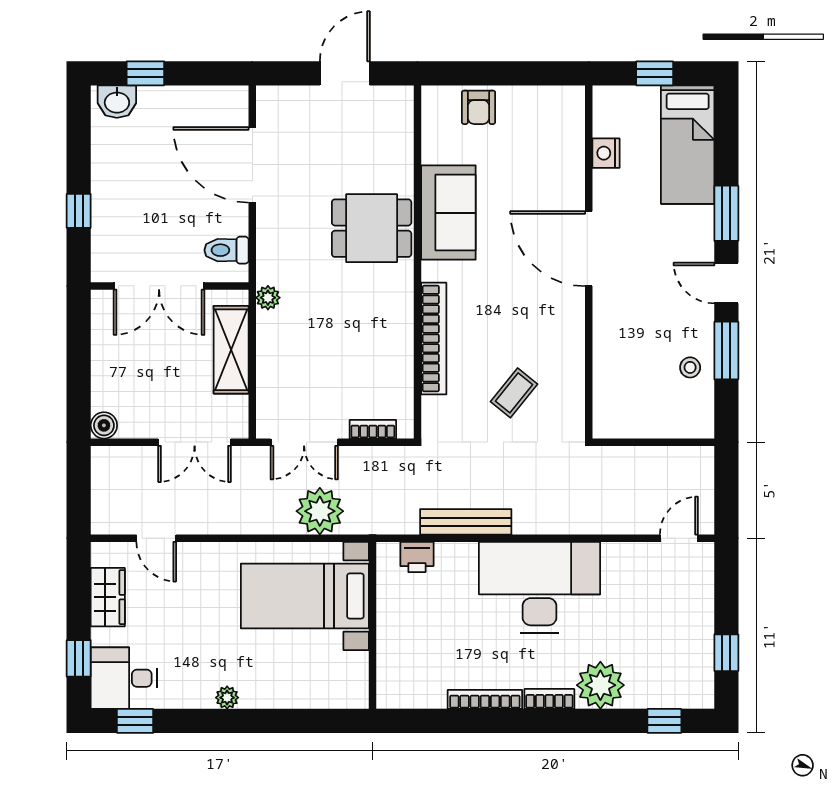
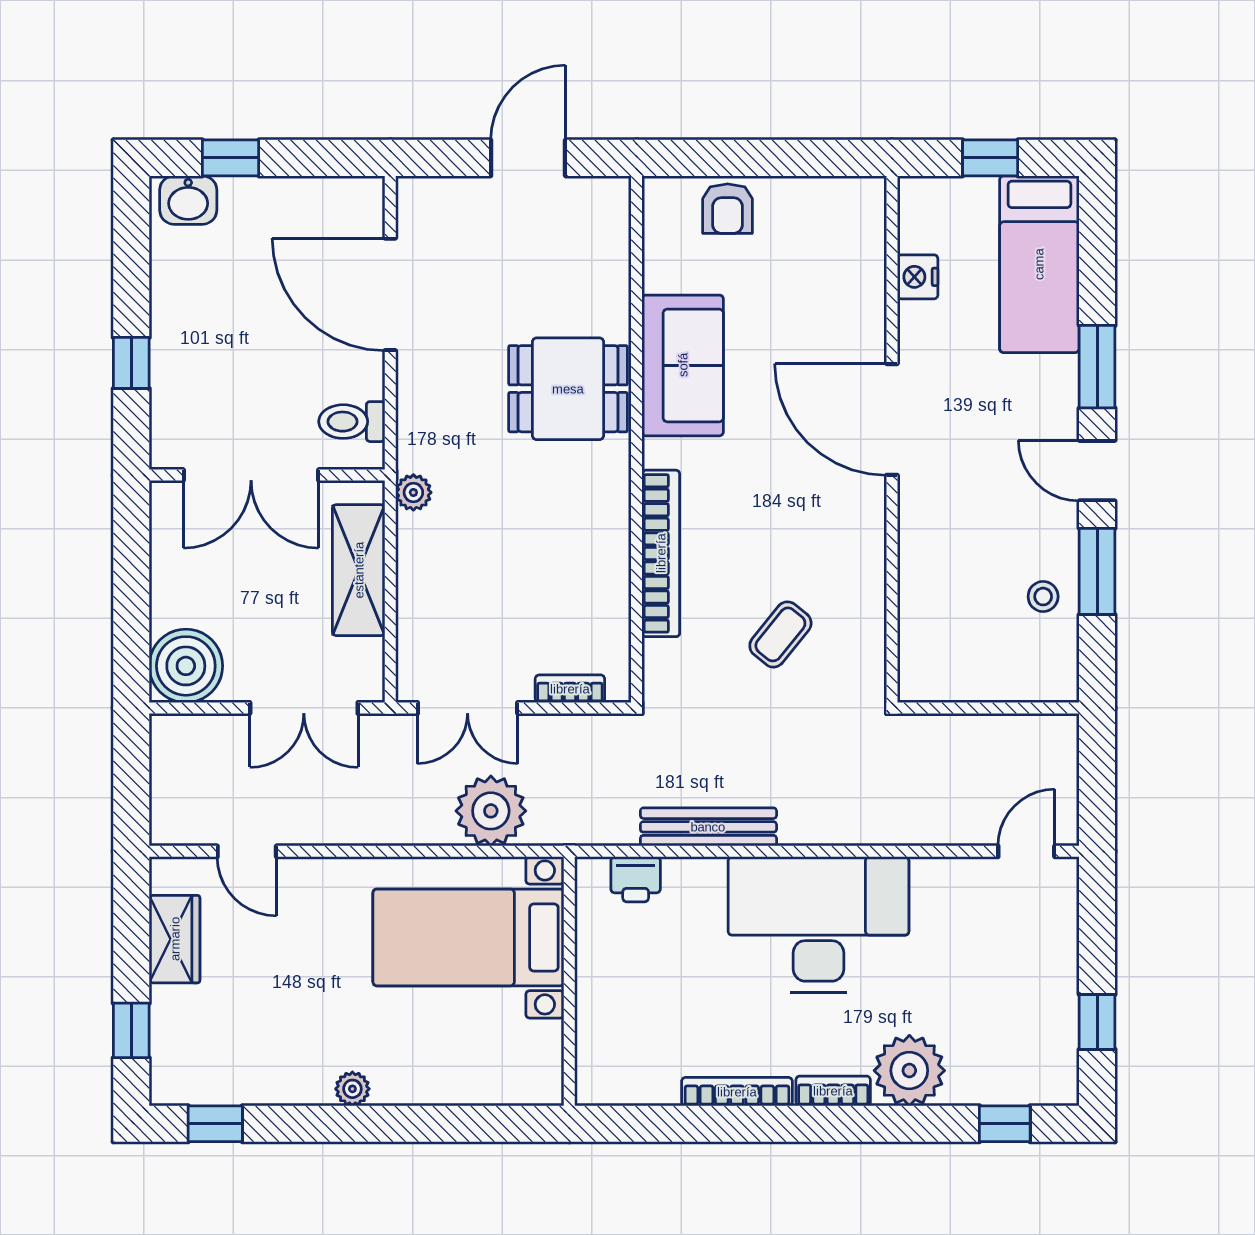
boiler: (104, 425) -> (186, 666), width x1.86, depth x1.86
desk: (124, 678) -> (199, 1060), removed

